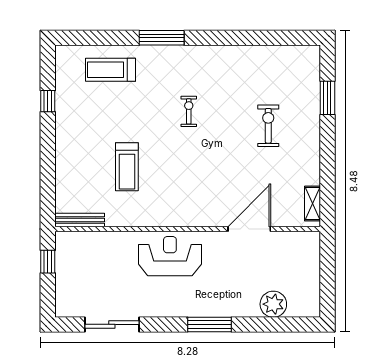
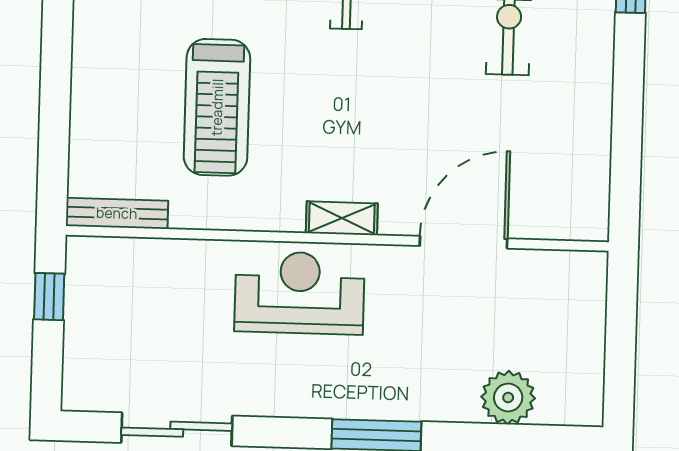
treadmill: (127, 167) -> (217, 107), width x1.37, depth x1.38
shelving: (313, 204) -> (342, 218), moved, turned 90

